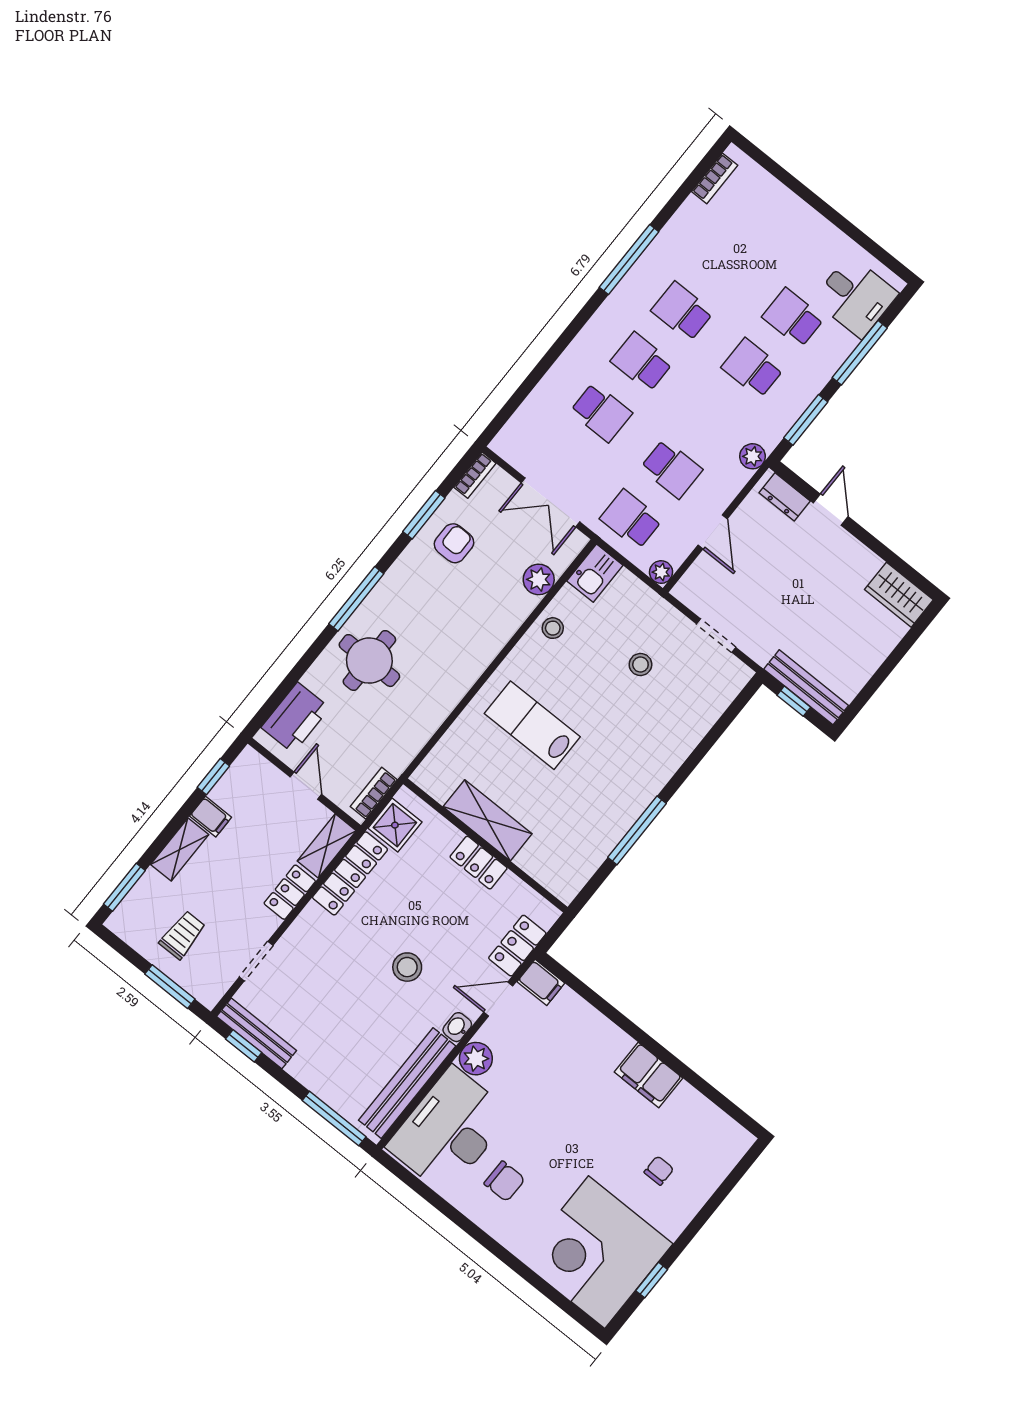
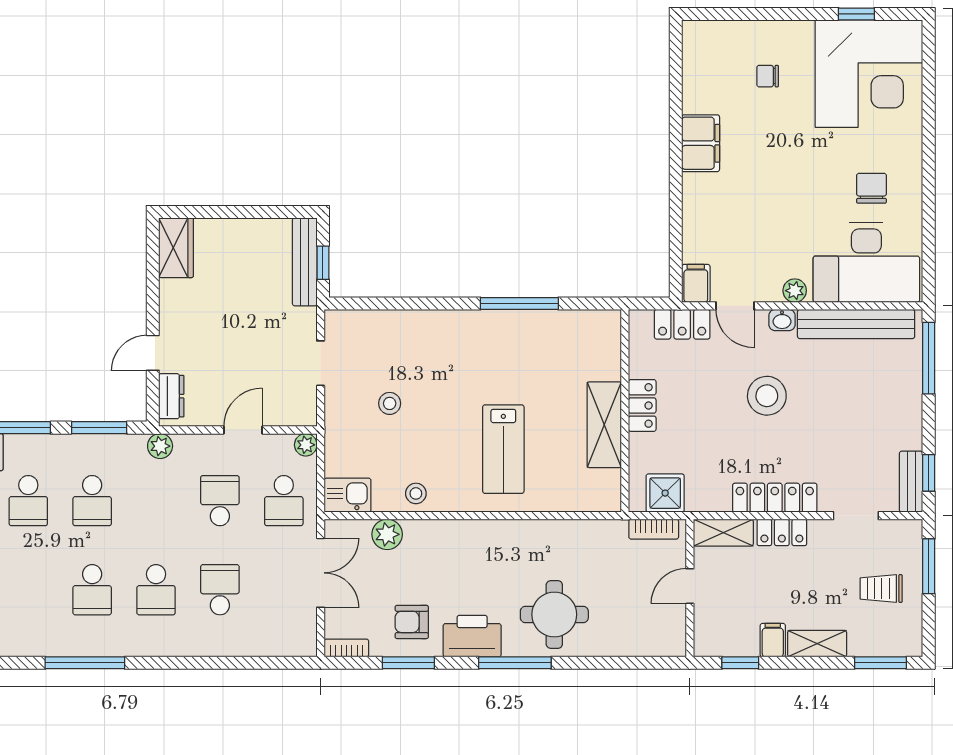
printer: (295, 718) -> (472, 636), moved
locker: (350, 873) -> (775, 498), moved
stool: (407, 967) -> (767, 396), width x1.38, depth x1.38
bench: (257, 1033) -> (911, 482), width x0.73
plant: (476, 1059) -> (795, 291), width x0.73, depth x0.73

